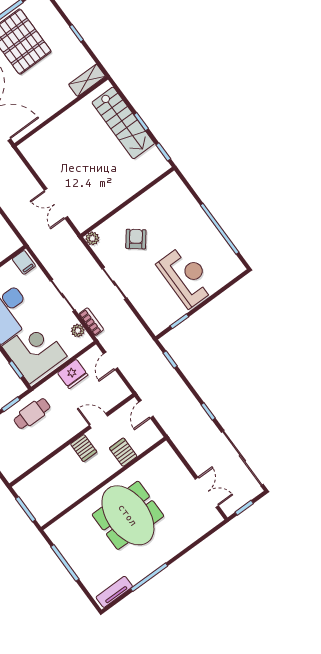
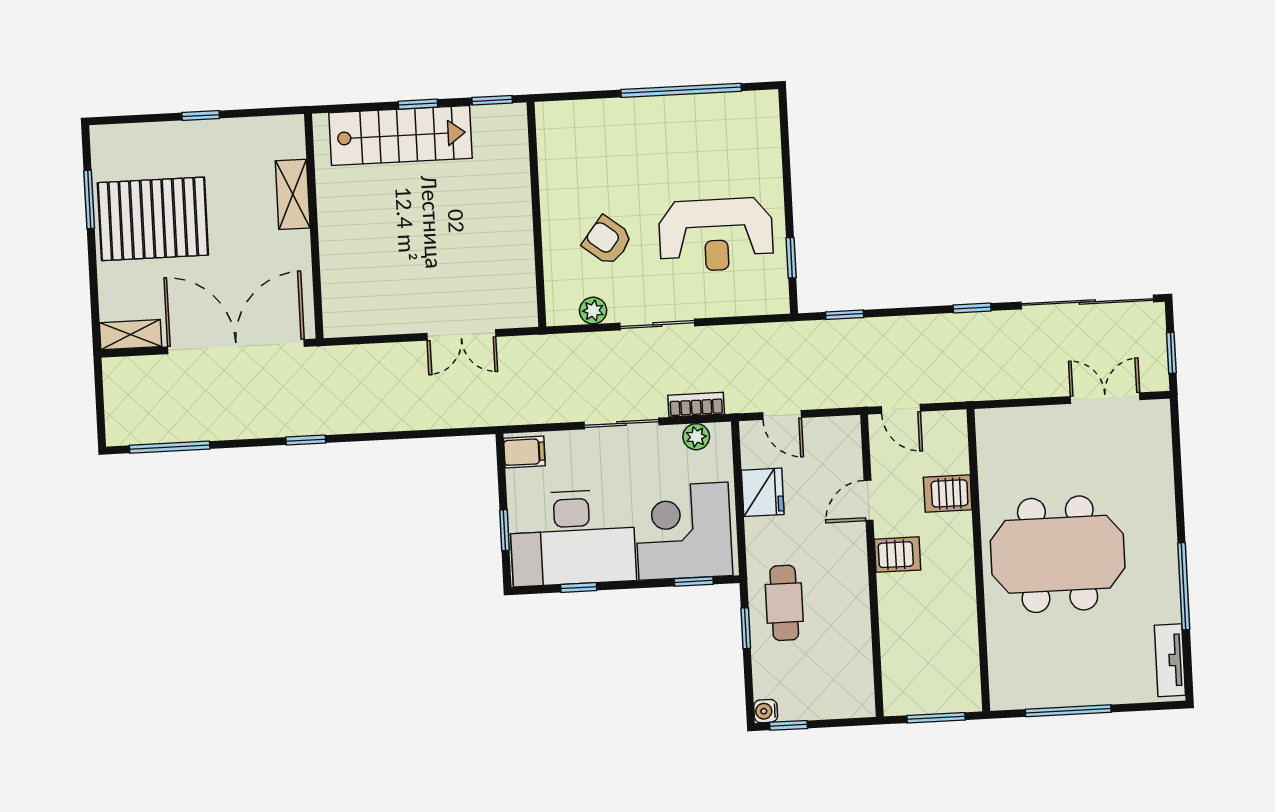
shelving: (87, 80) -> (293, 194), moved
plant: (92, 238) -> (593, 311), moved
reception desk: (186, 276) -> (716, 235), moved, turned 180

